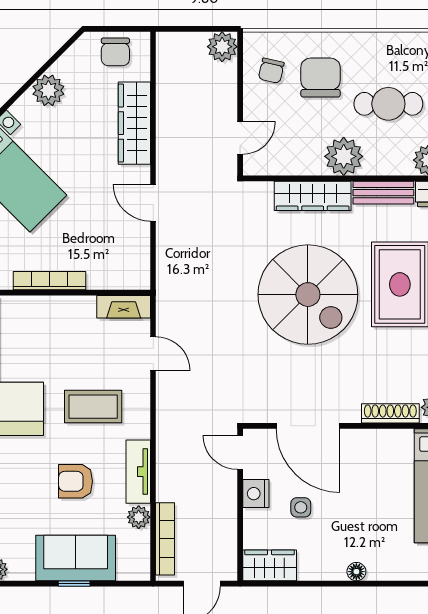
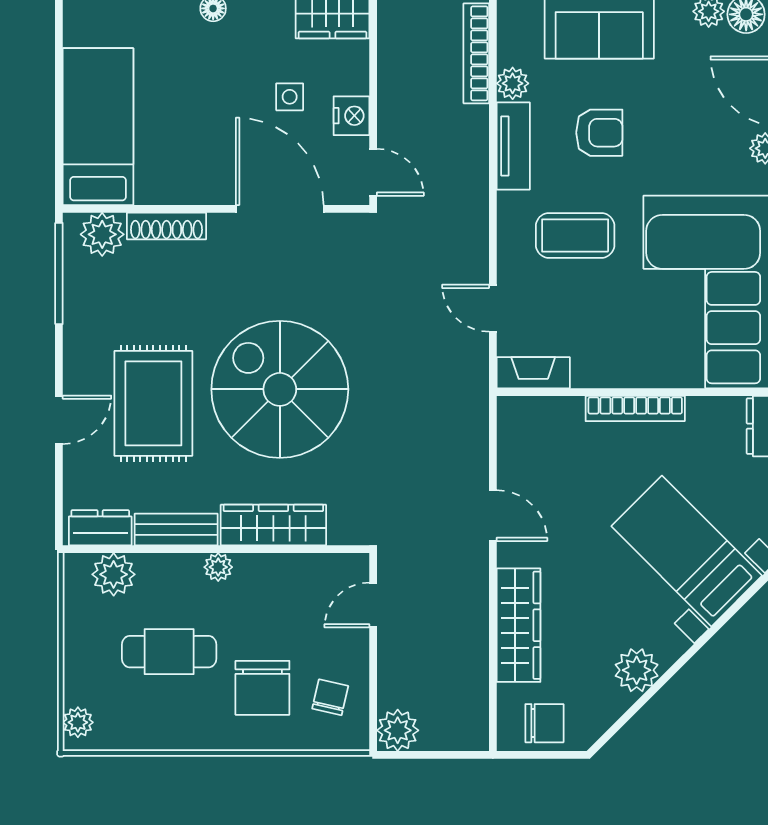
chair: (115, 52) -> (544, 723), turned 90
plant: (344, 156) -> (218, 567), width x0.53, depth x0.53

